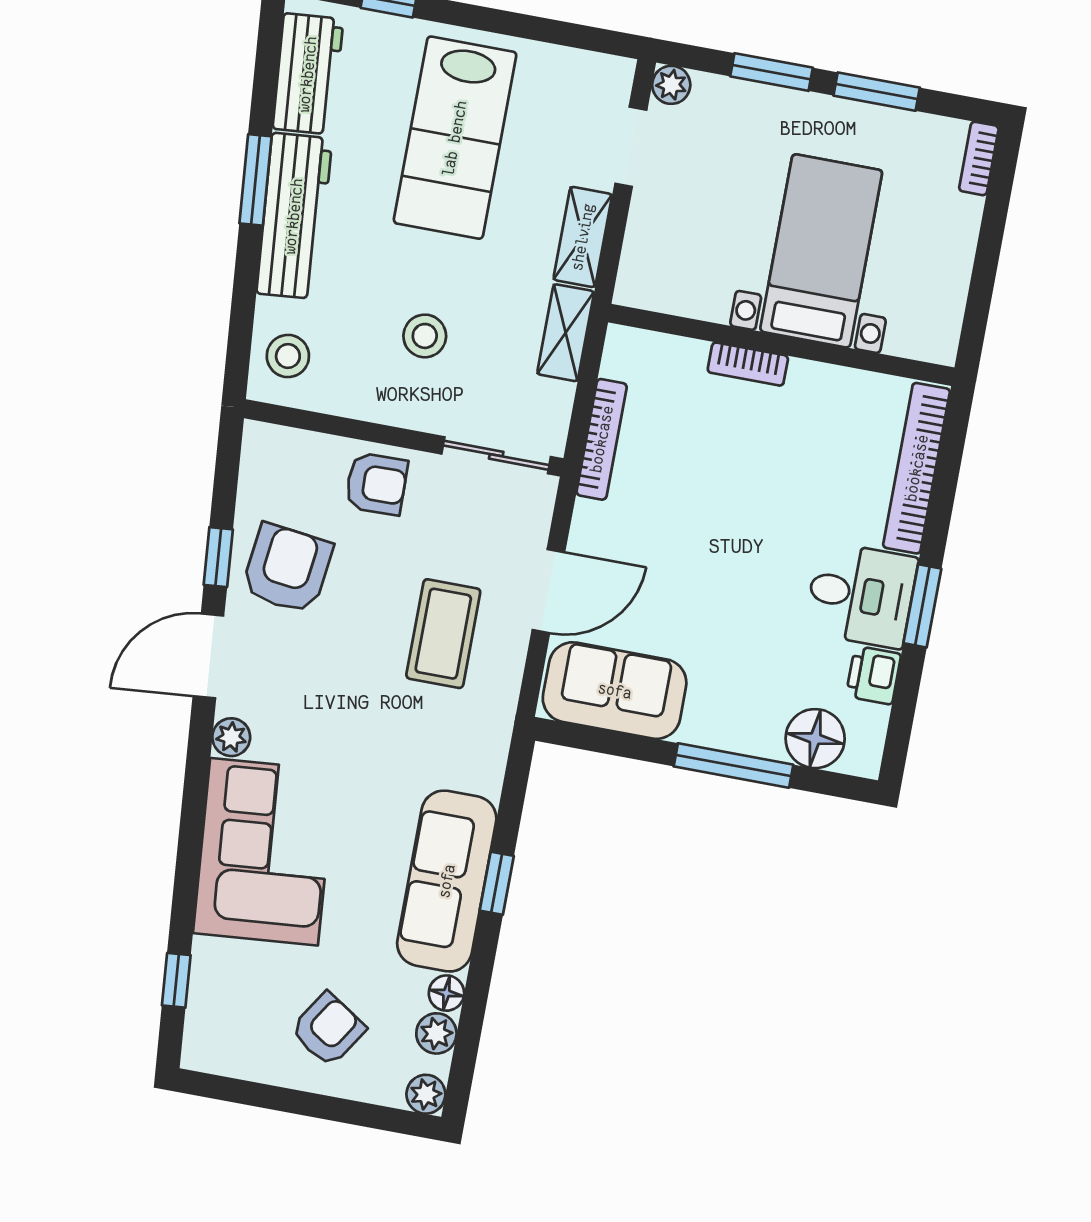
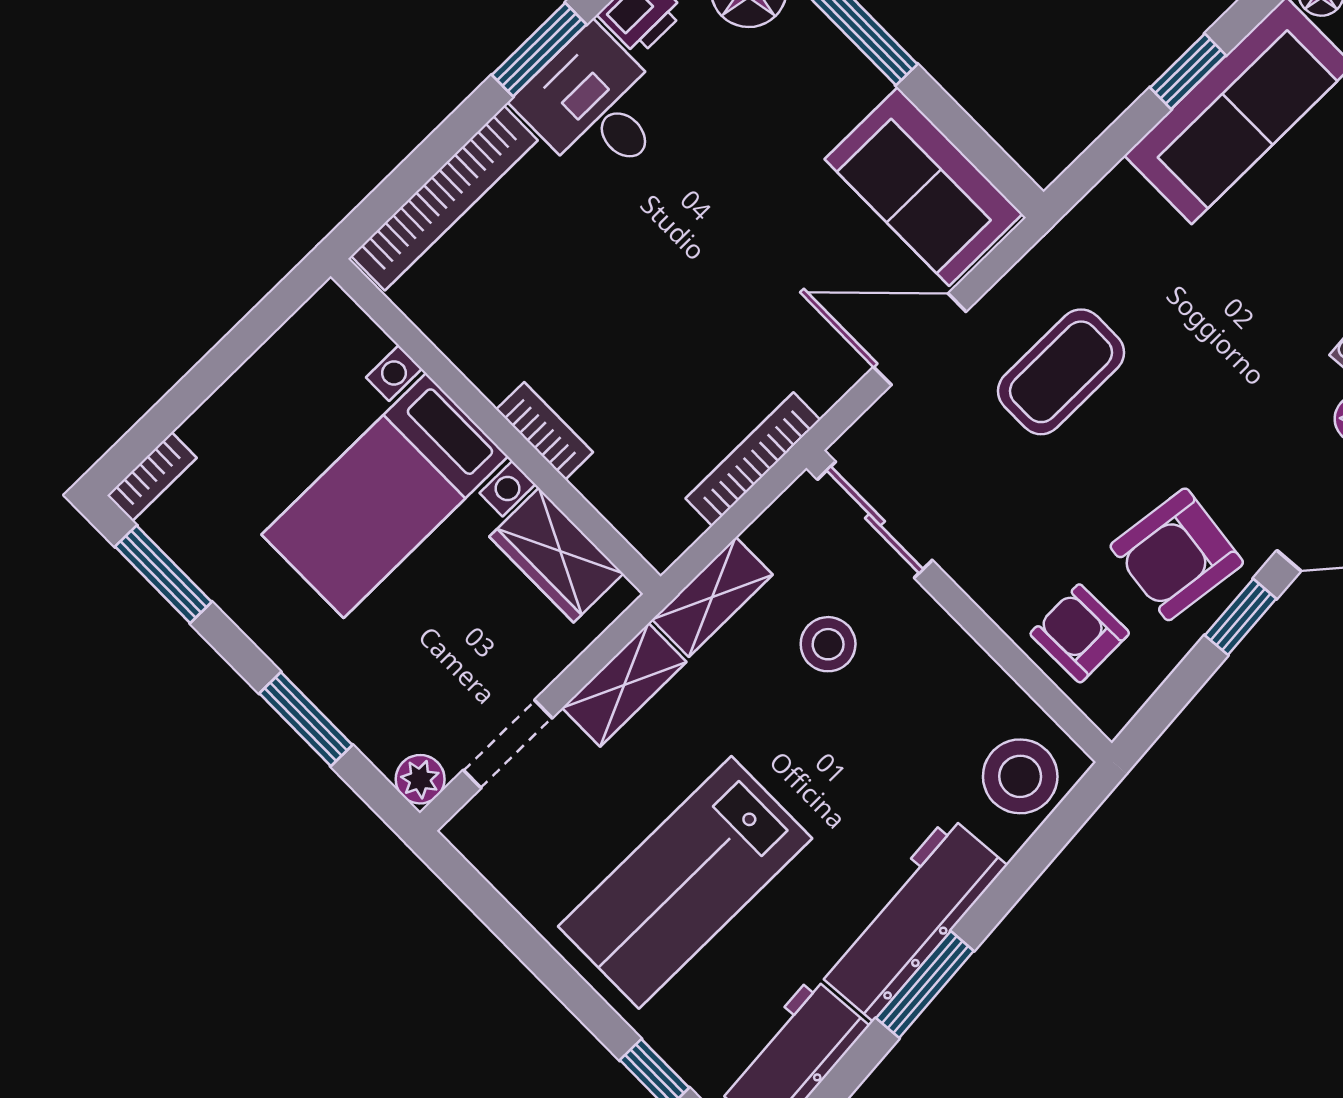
window: (877, 92) -> (163, 574), moved
lab bench: (455, 138) -> (685, 882), turned 180
wardrobe: (684, 290) -> (556, 555), added
stool: (425, 336) -> (828, 644), moved
stool: (288, 356) -> (1020, 776), width x1.38, depth x1.38
armchair: (376, 484) -> (1080, 633), moved

